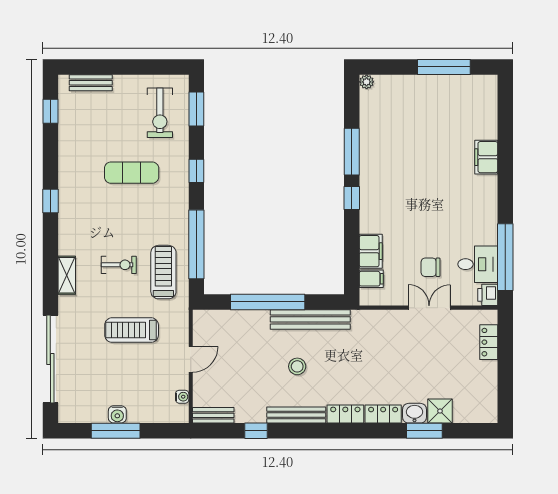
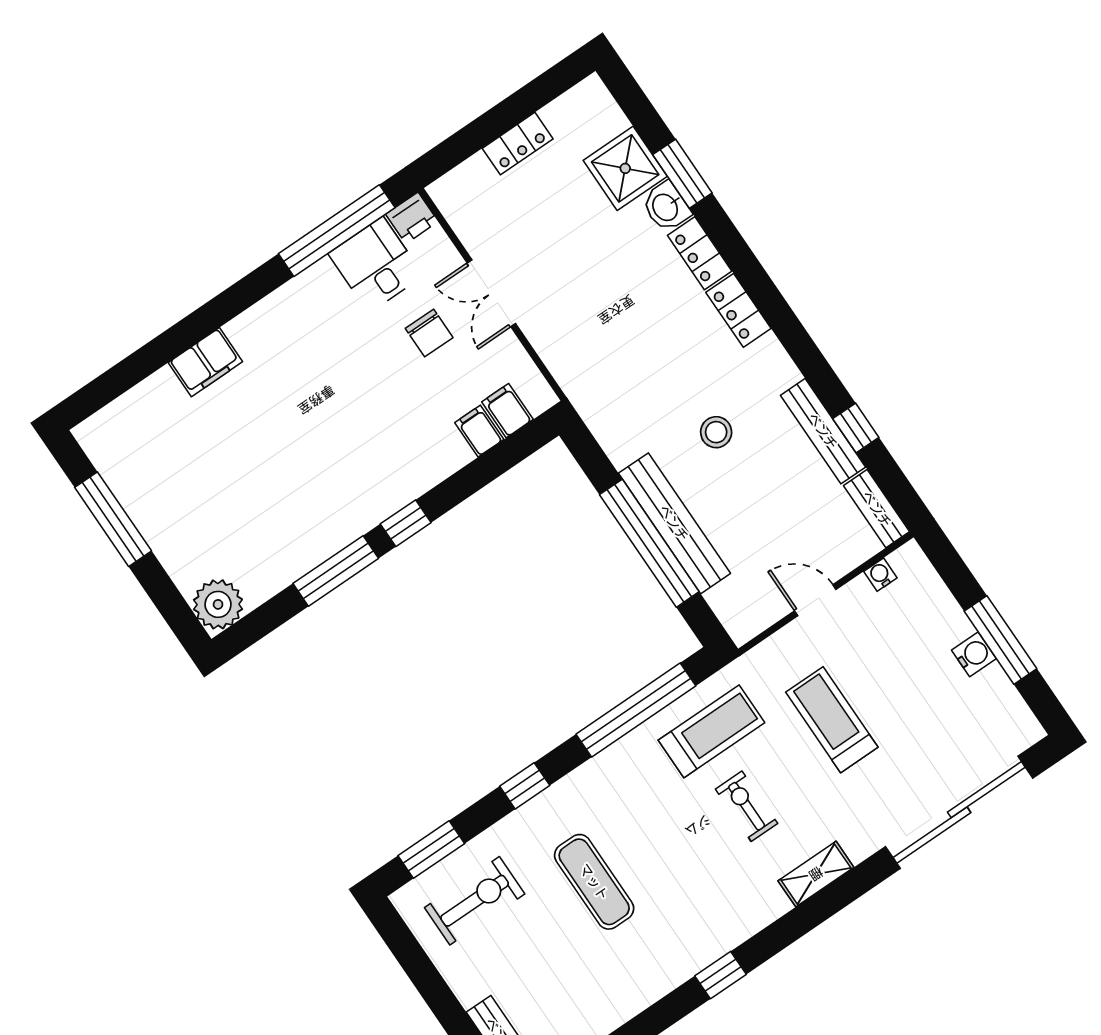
plant: (367, 82) -> (218, 604), width x1.88, depth x1.88
filing cabinet: (371, 251) -> (479, 431), width x0.50
treadmill: (163, 272) -> (711, 731), turned 180
bench: (310, 319) -> (674, 523), moved
treadmill: (132, 330) -> (832, 720), turned 180
locker: (489, 342) -> (518, 144), moved
shower: (440, 411) -> (625, 168), width x1.36, depth x1.36
bench: (296, 415) -> (823, 431), moved

